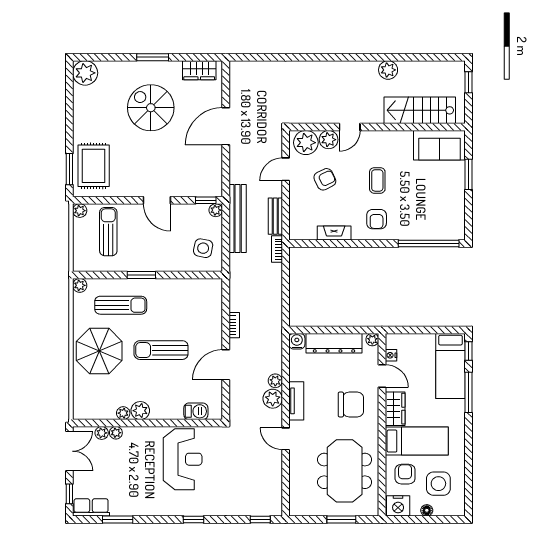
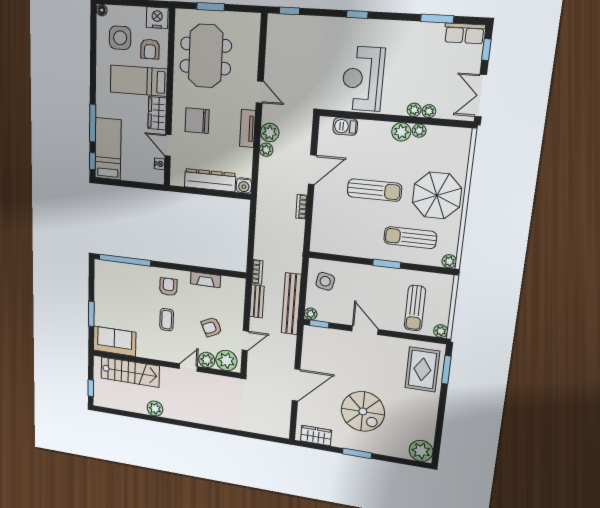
plant: (372, 340) -> (176, 180), removed
plant: (102, 433) -> (414, 110), moved
floor lamp: (427, 510) -> (102, 10), moved

